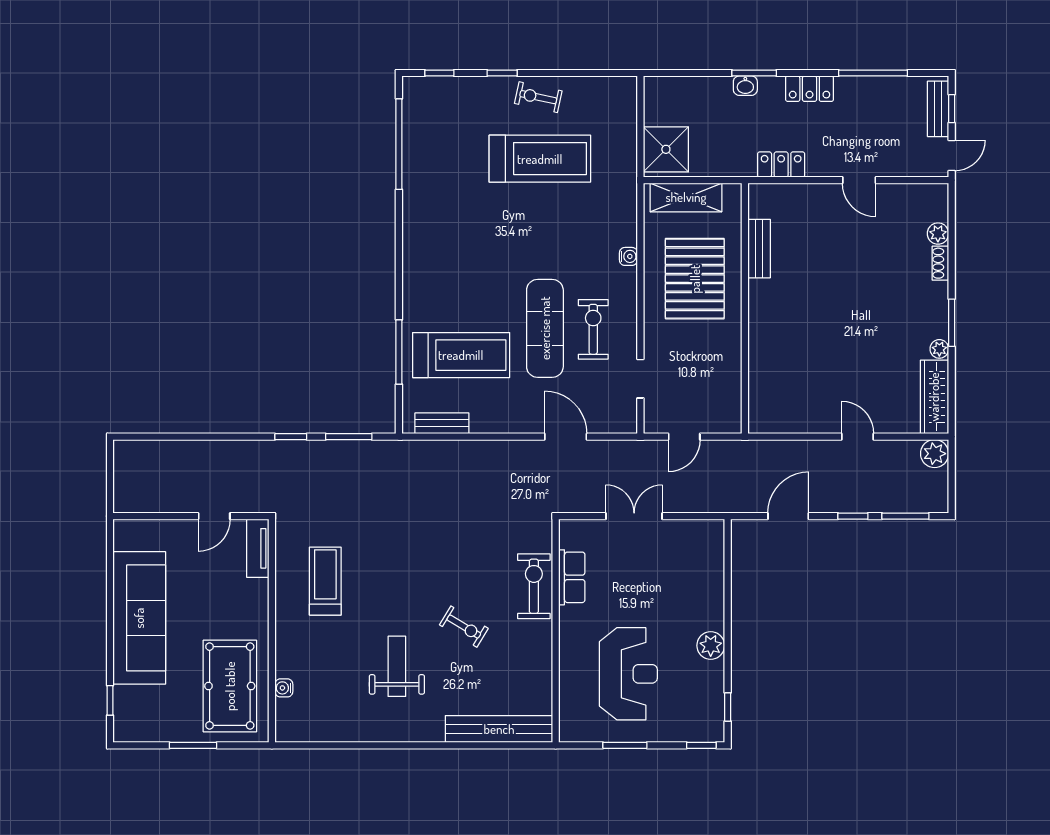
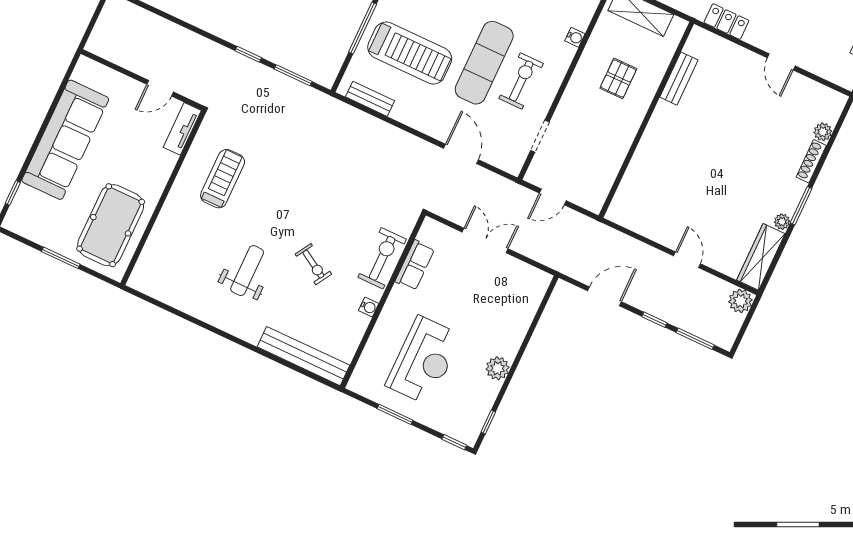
shoe rack: (940, 263) -> (811, 161), width x1.43
pallet: (695, 279) -> (618, 78), width x0.49, depth x0.50
water cooler: (284, 688) -> (369, 307), moved, turned 180

